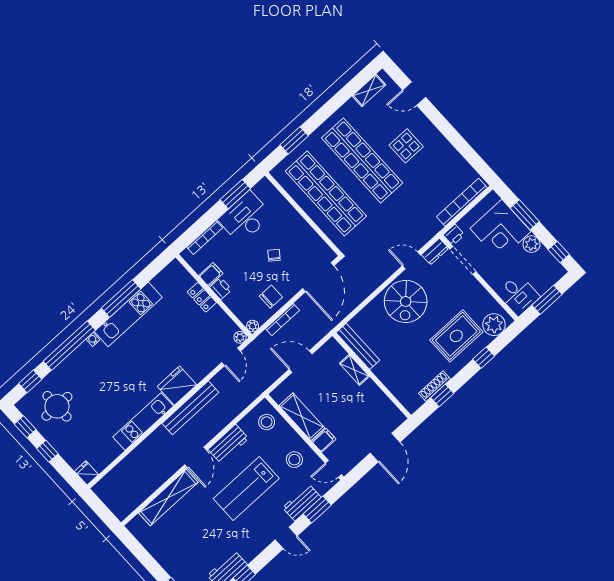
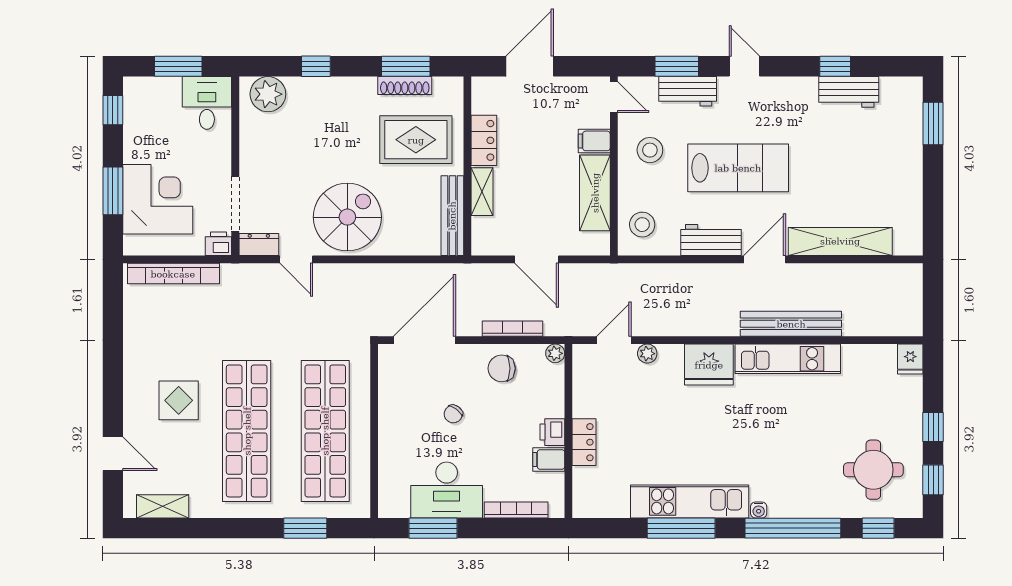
plant: (532, 244) -> (136, 149), removed
rug: (456, 336) -> (416, 140), moved
plant: (240, 337) -> (647, 354), moved
locker: (375, 394) -> (484, 140), added
window: (442, 395) -> (406, 66), width x1.50
bench: (190, 408) -> (791, 324), moved

